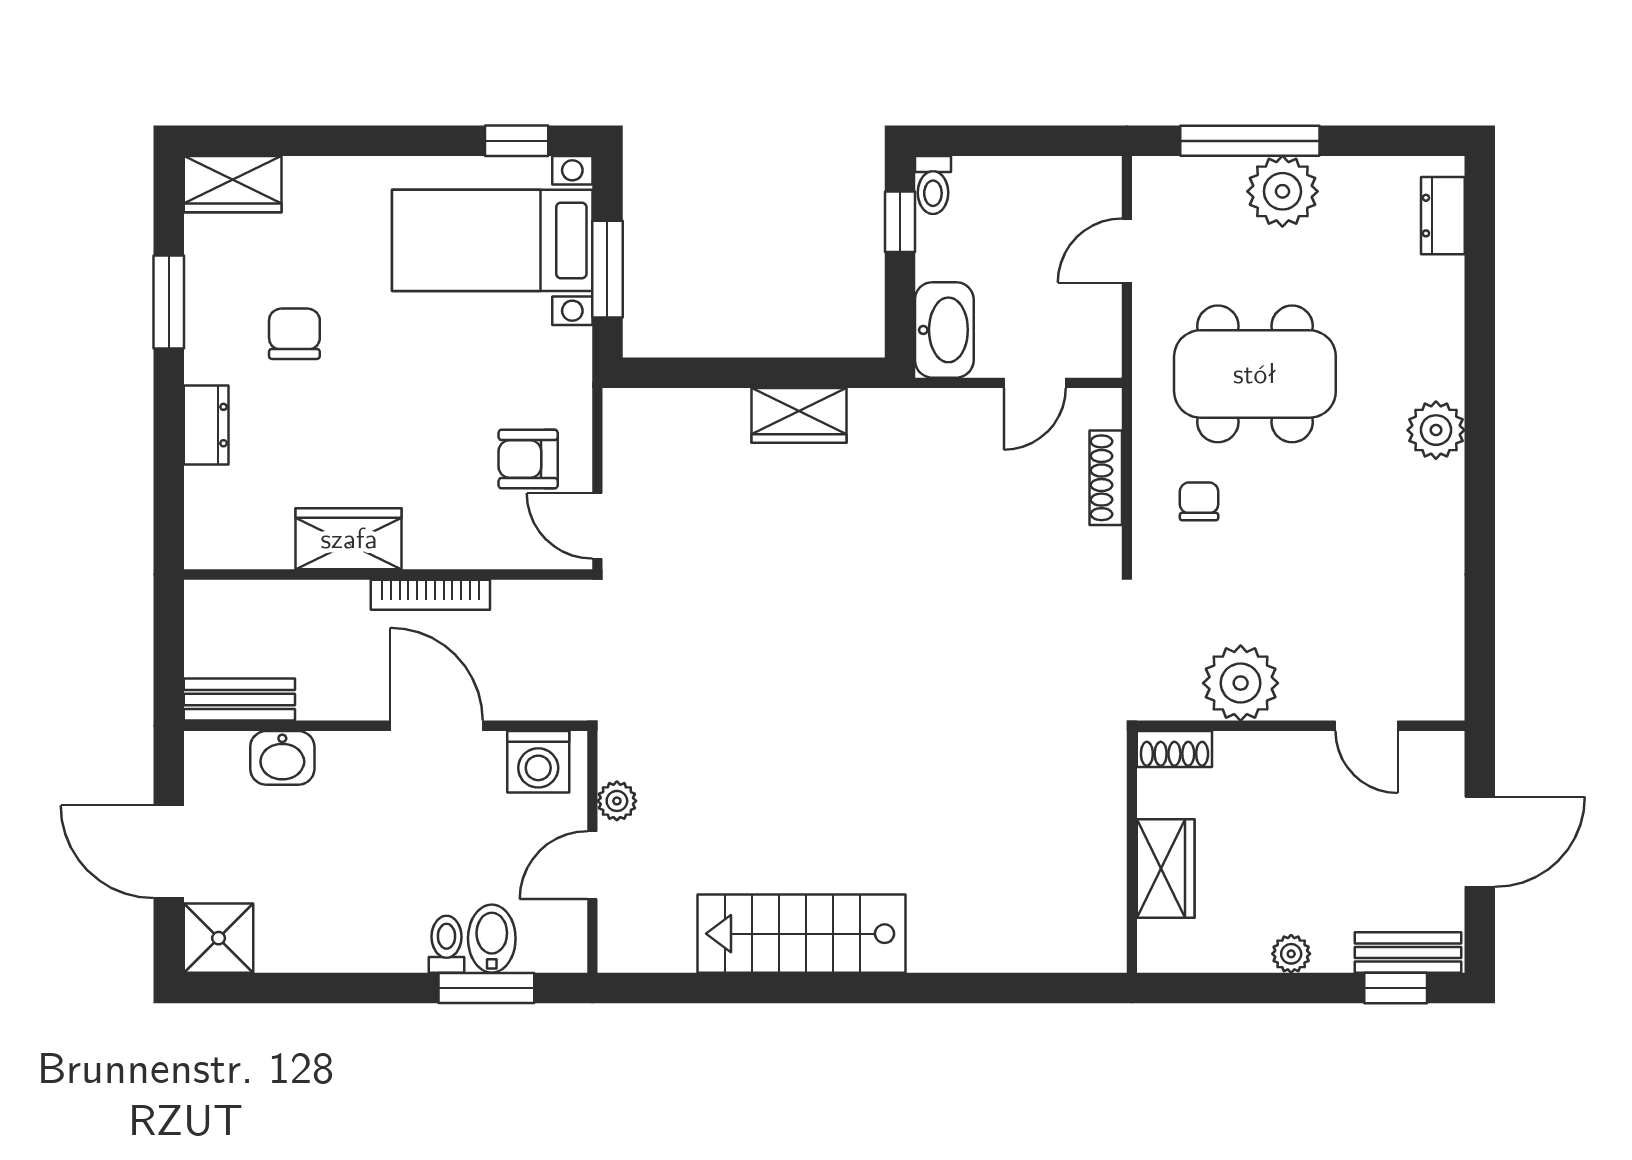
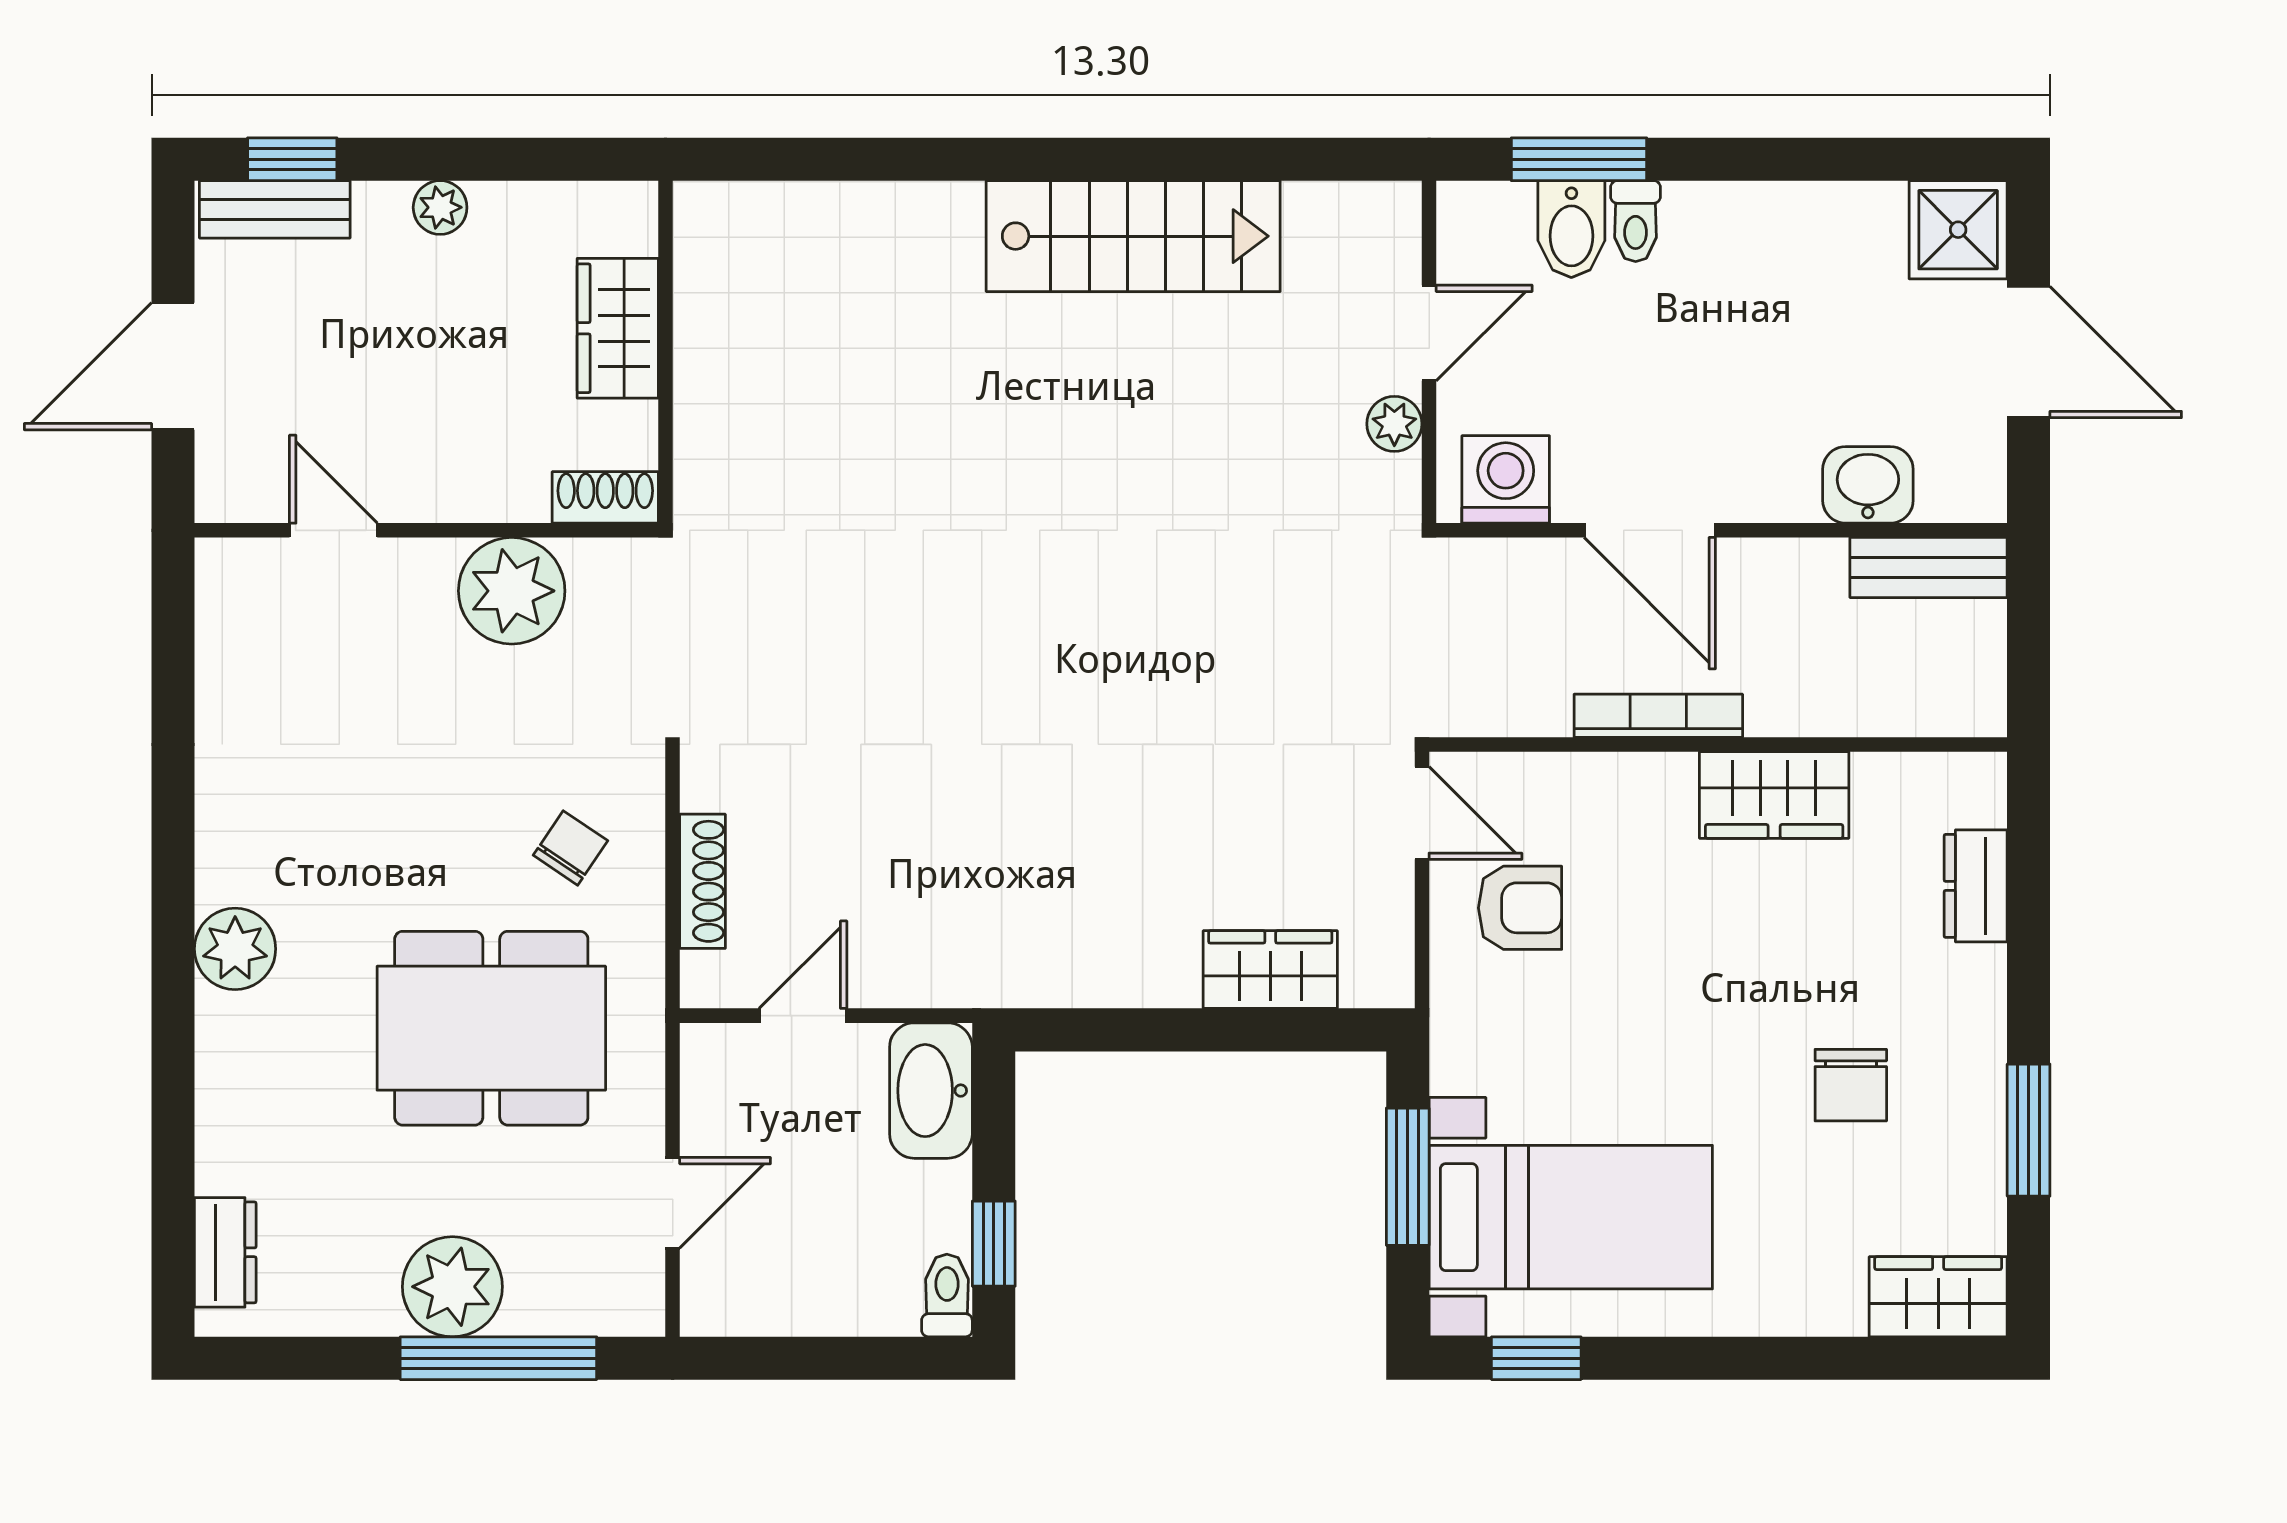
wardrobe: (799, 415) -> (1270, 970), moved
dresser: (206, 425) -> (1976, 886), moved
chair: (1199, 501) -> (570, 848), turned -146

